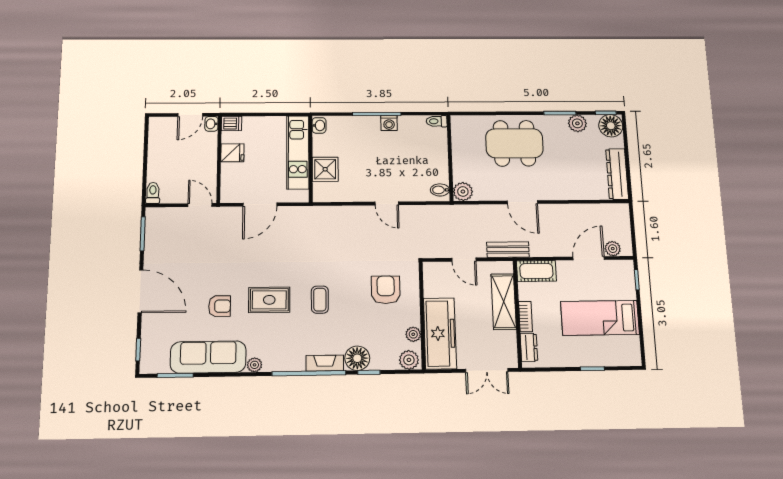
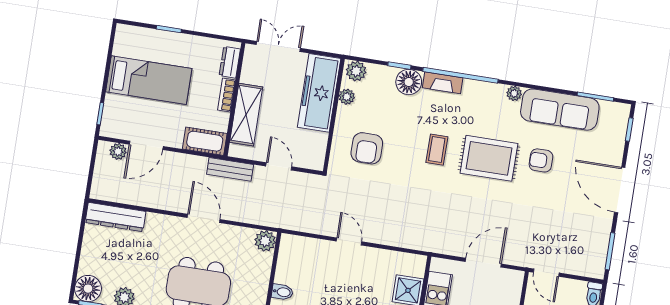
dresser: (617, 174) -> (115, 217), moved, turned 90
bidet: (440, 190) -> (282, 292), moved
rug: (269, 300) -> (489, 158), width x1.36, depth x1.43

